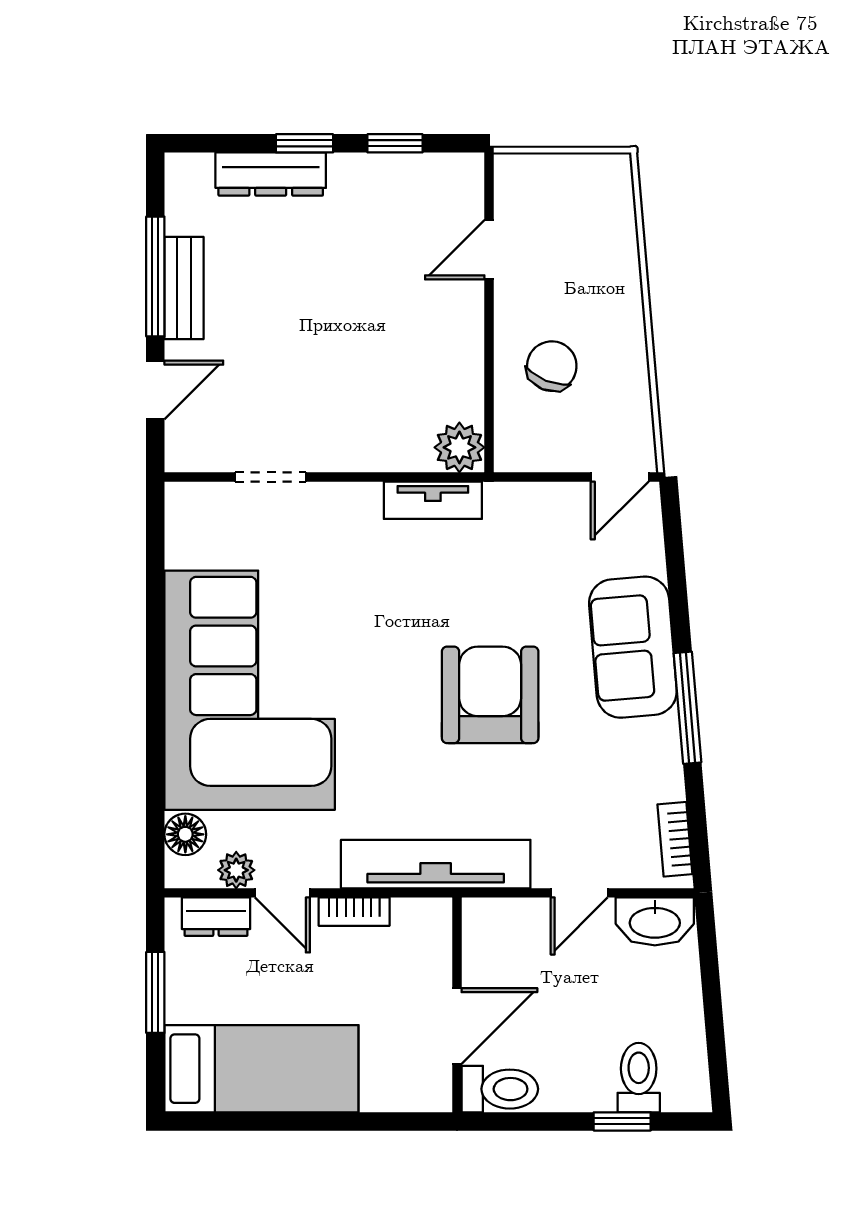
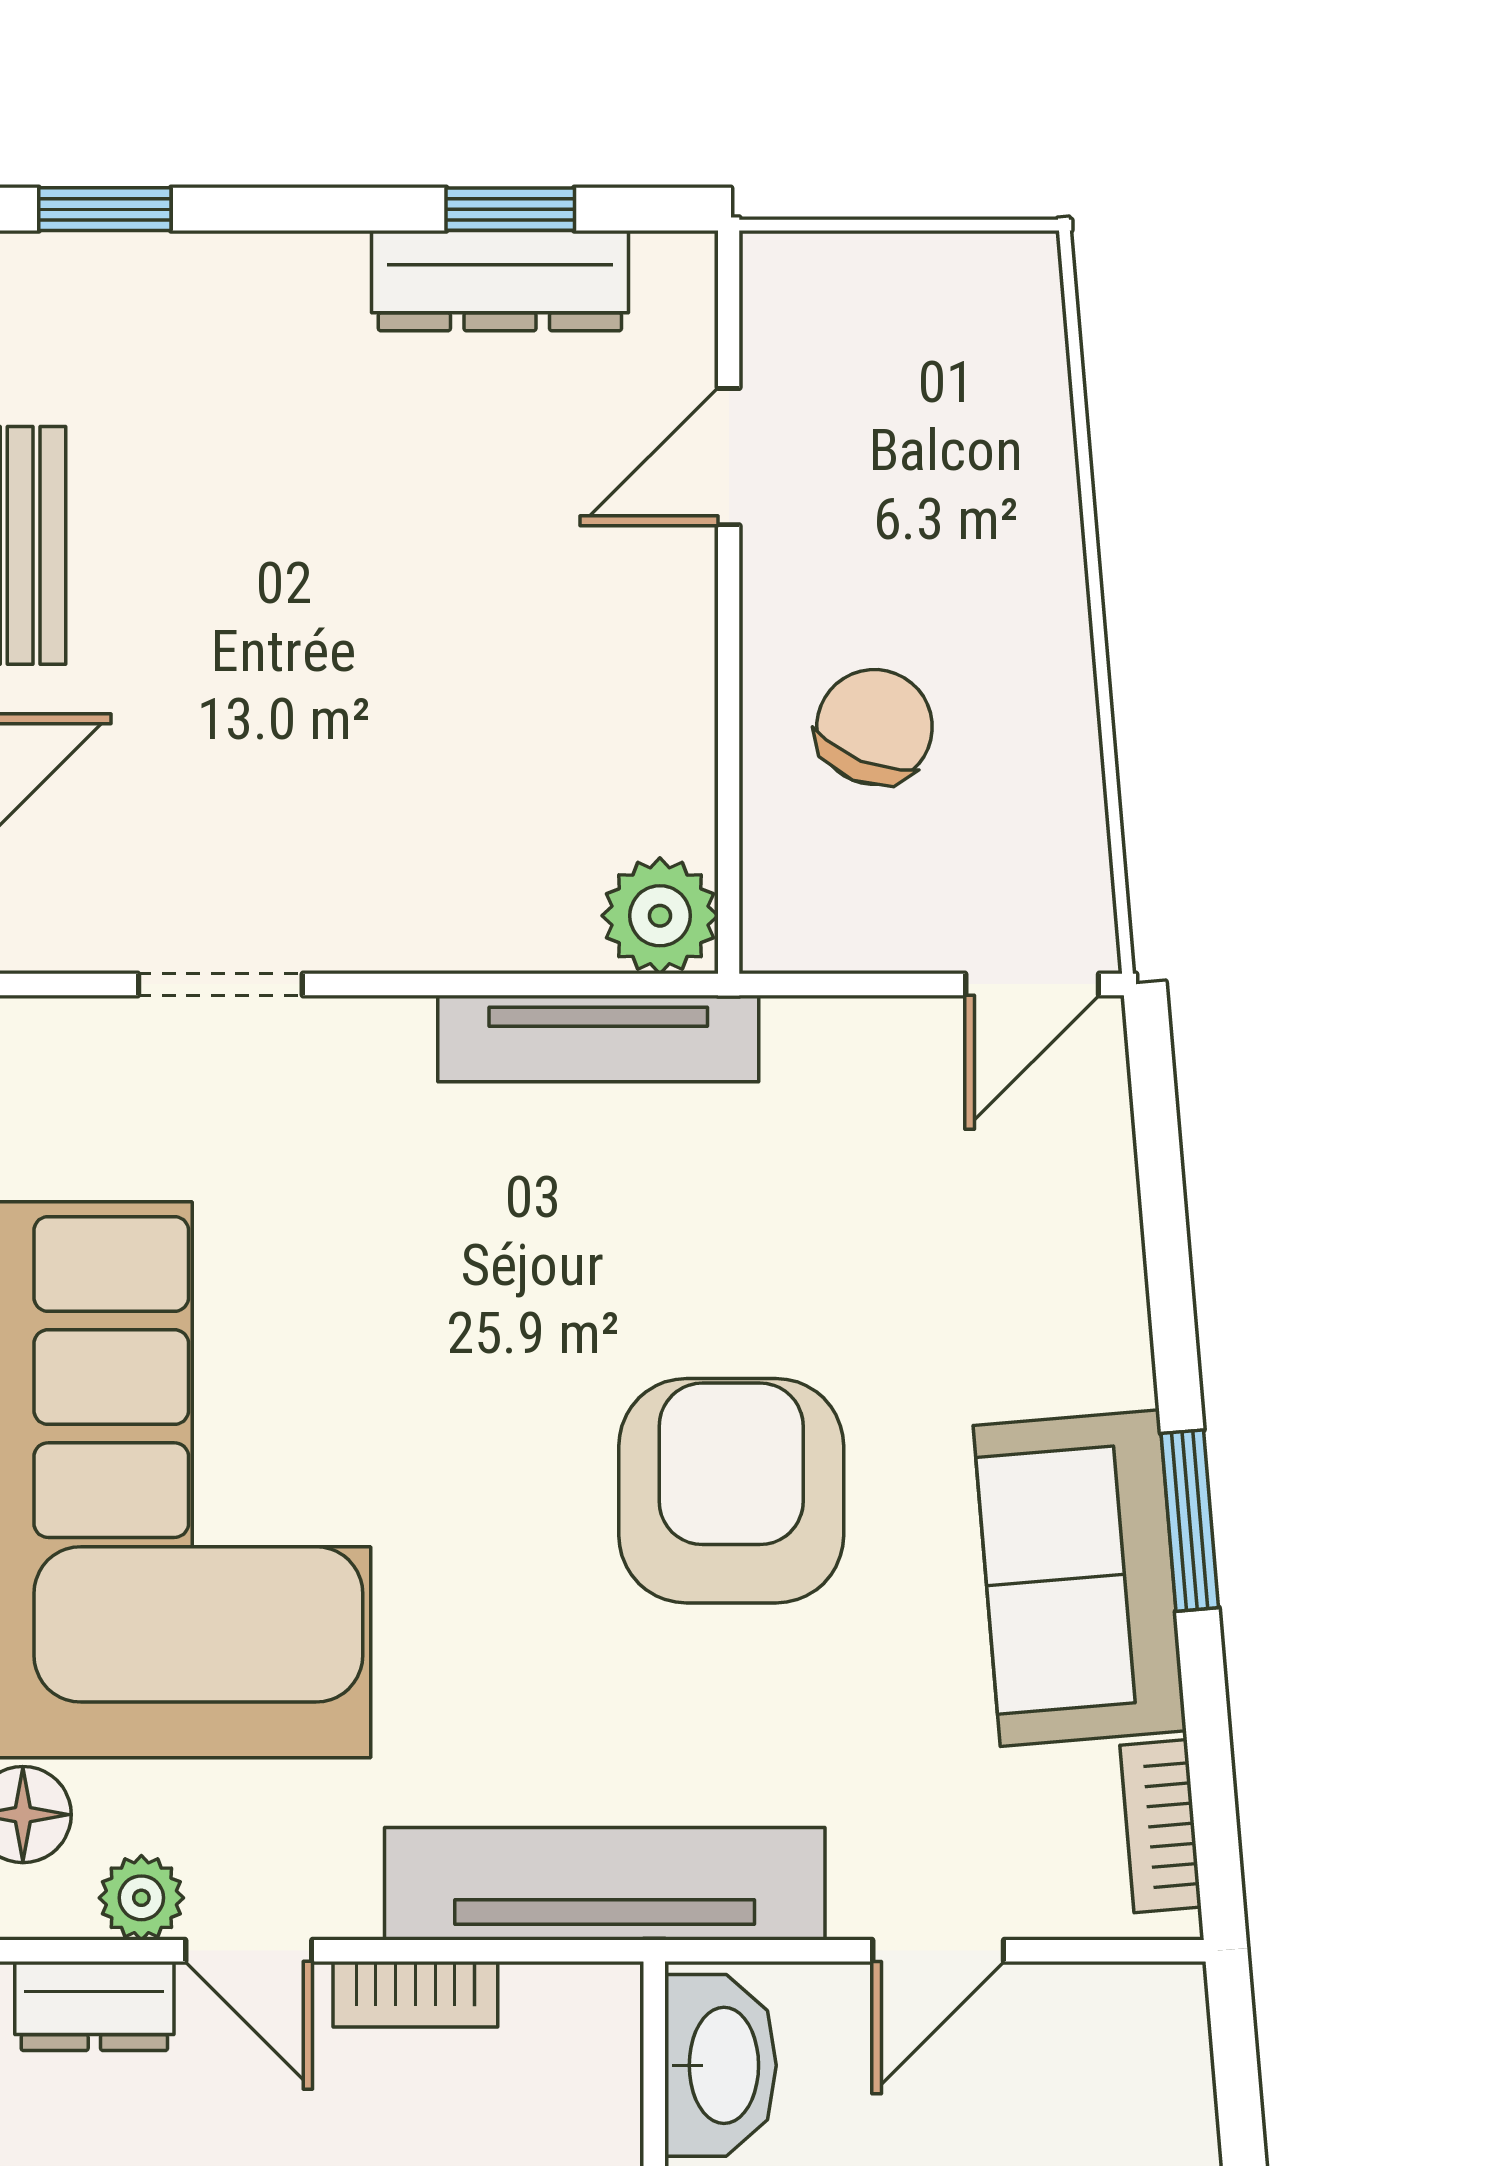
window: (305, 143) -> (105, 209), moved
dresser: (271, 174) -> (500, 281), moved
tv unit: (433, 500) -> (598, 1038), width x1.41
sofa: (633, 647) -> (1080, 1578), moved
window: (687, 708) -> (1190, 1521), width x0.69
washbasin: (655, 921) -> (721, 2065), moved, turned -90

